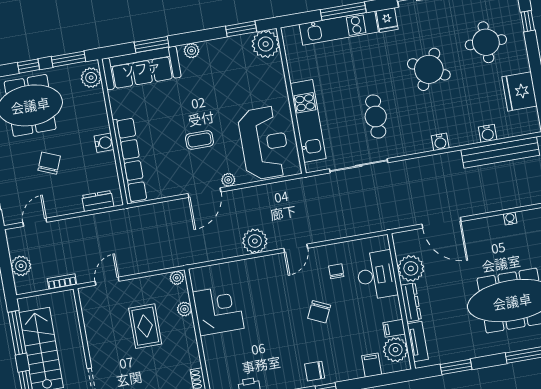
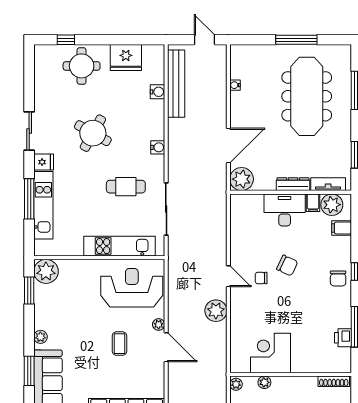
round table: (486, 42) -> (82, 66), moved
water cooler: (440, 142) -> (158, 147), moved
plant: (411, 268) -> (242, 179), moved
chair: (336, 271) -> (261, 278), moved
desk: (377, 275) -> (285, 210), moved

